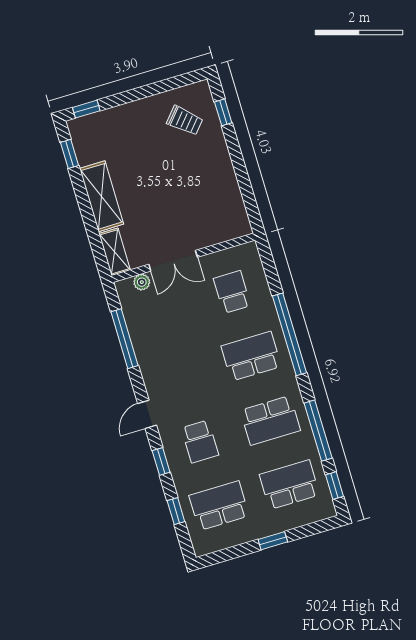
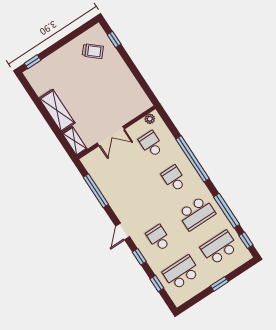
window: (69, 154) -> (31, 91), removed
plant: (142, 282) -> (150, 119), moved
school desk: (251, 356) -> (174, 179), width x0.54
school desk: (200, 441) -> (159, 238), turned 180

